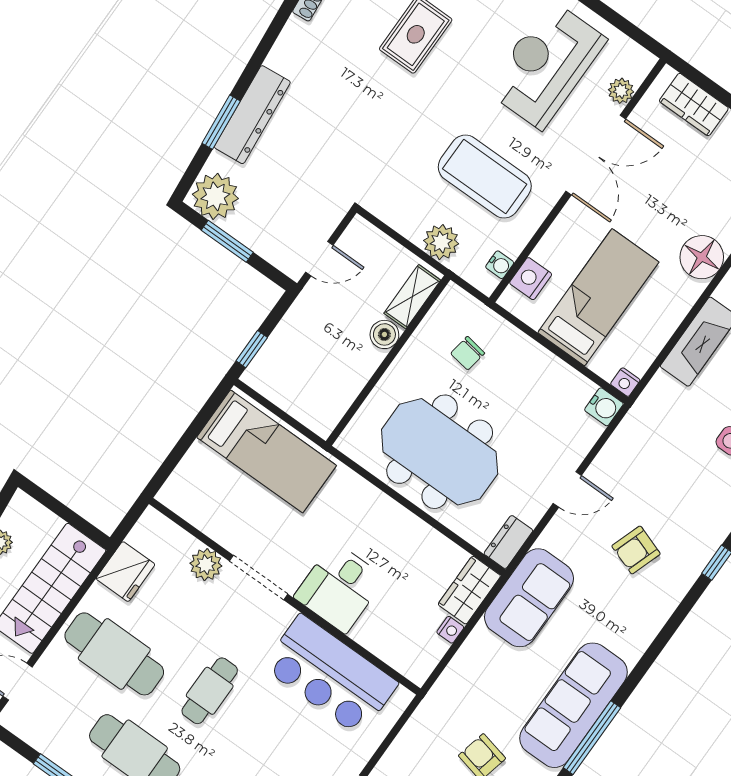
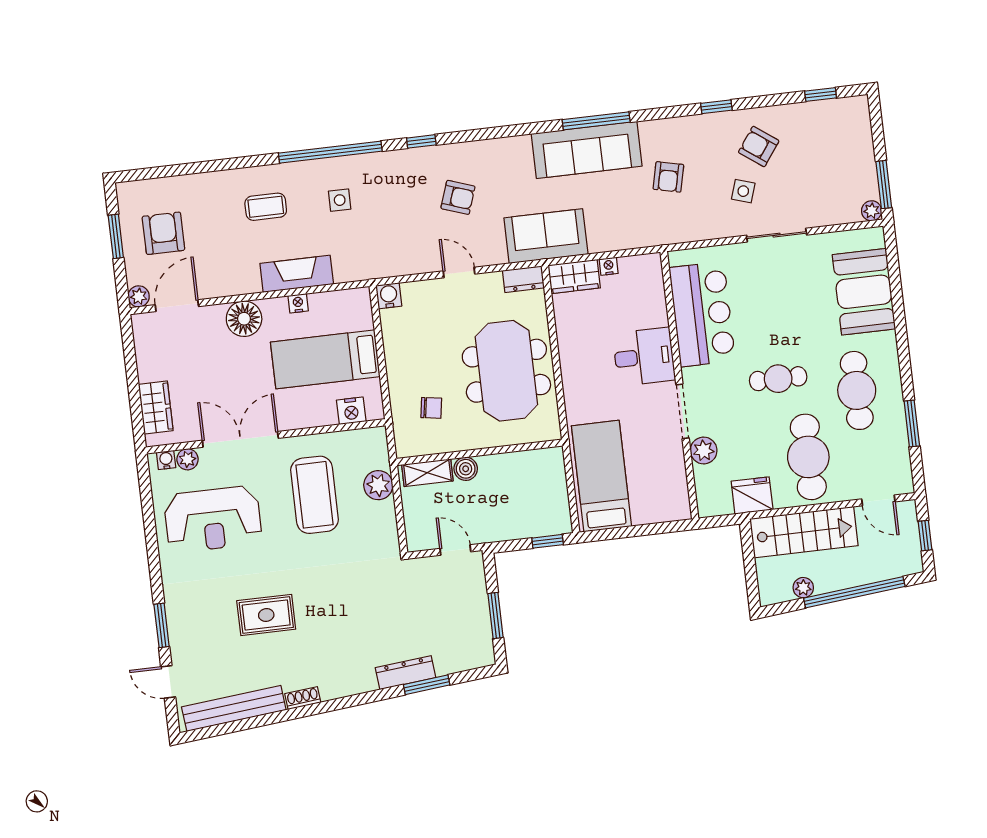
dresser: (252, 115) -> (406, 673), width x0.73, depth x0.80
plant: (215, 196) -> (475, 647), removed
water cooler: (500, 265) -> (166, 460), moved
nightstand: (625, 382) -> (298, 303), moved, turned -90

